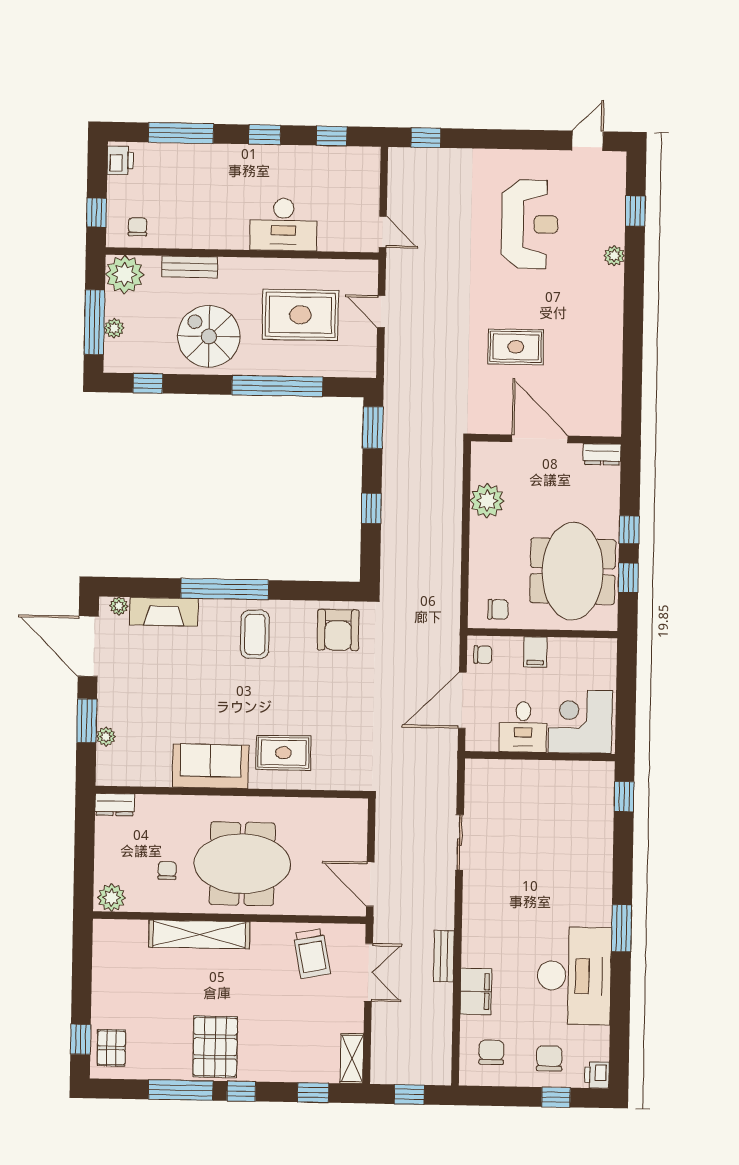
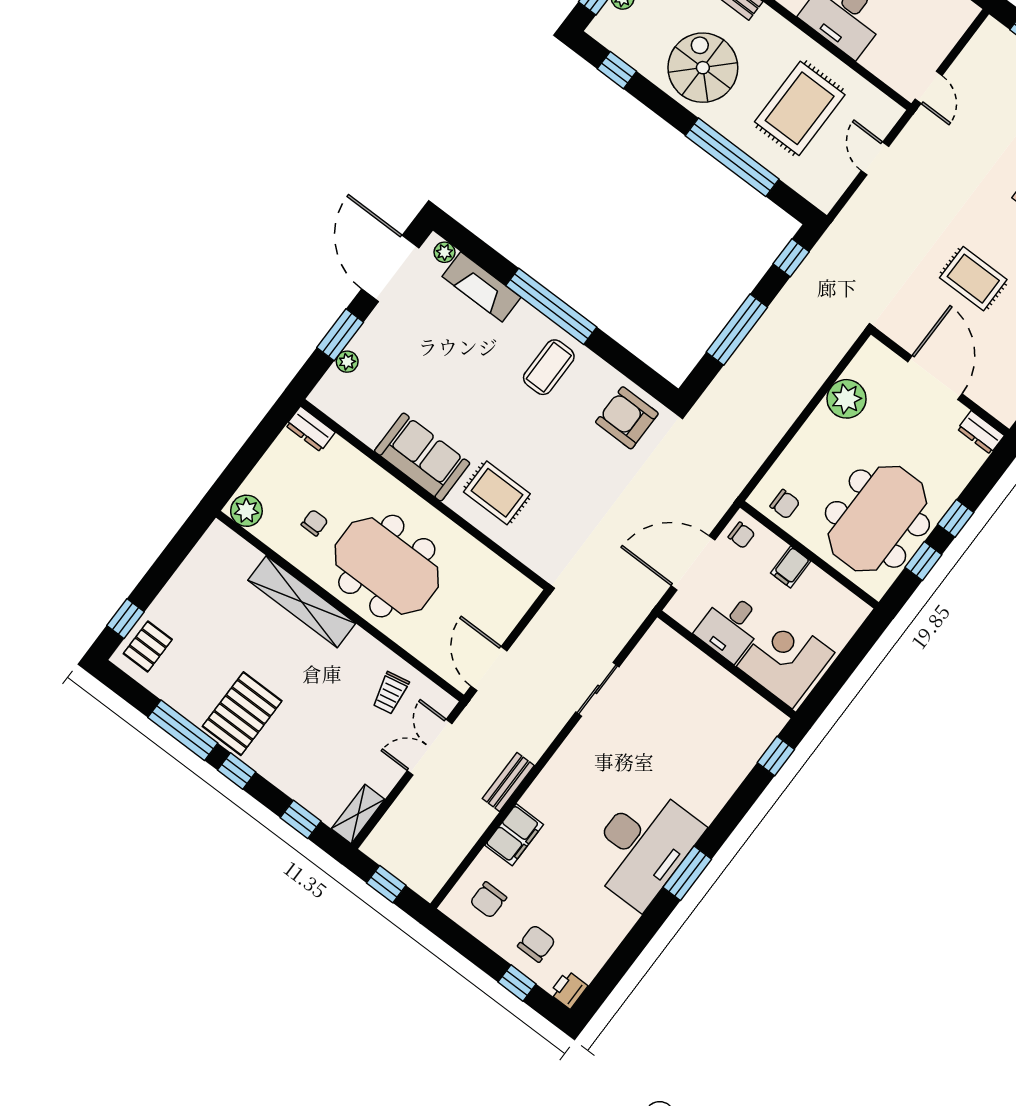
rug: (300, 315) -> (800, 108), turned 90
window: (373, 428) -> (791, 258), width x0.67
window: (371, 508) -> (737, 330), width x2.17
armchair: (338, 630) -> (627, 418), turned 90
trolley: (312, 954) -> (391, 693), width x0.73, depth x0.72
double door: (369, 972) -> (430, 747), swing flipped
desk: (574, 976) -> (643, 846), moved
chair: (491, 1052) -> (488, 900), turned 180

